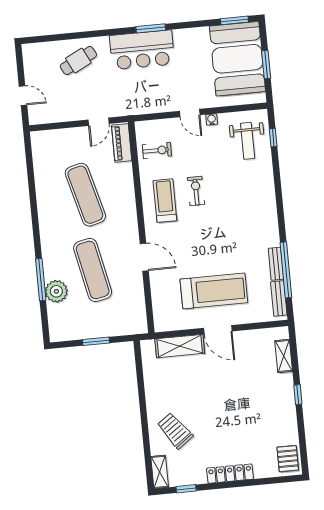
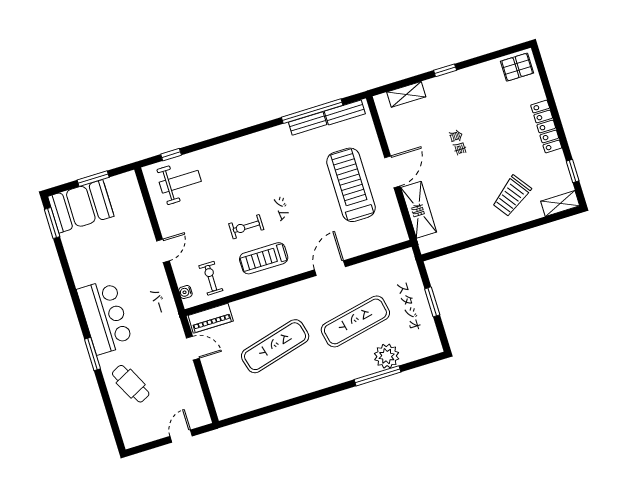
window: (151, 28) -> (92, 354), moved
booth: (237, 59) -> (81, 206), width x0.73, depth x0.70
water cooler: (212, 119) -> (185, 292), moved

